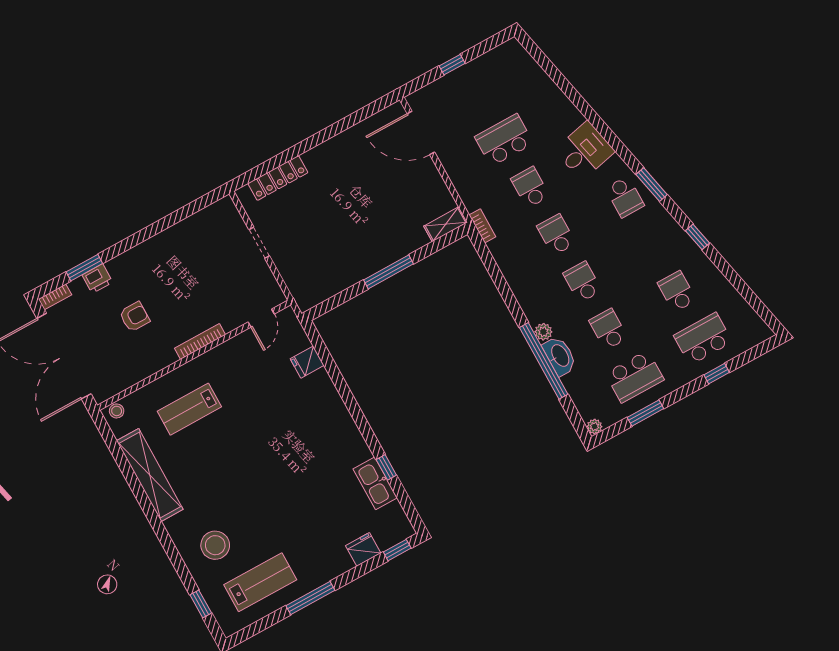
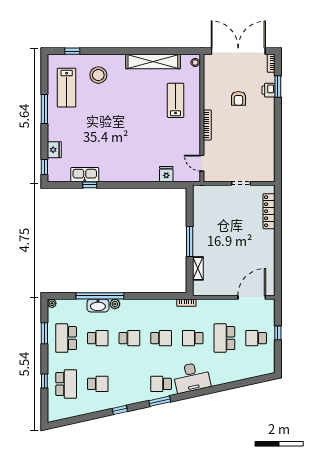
school desk: (478, 93) -> (256, 338), added
school desk: (504, 140) -> (224, 338), turned 180
desk: (585, 151) -> (192, 377), width x1.37
school desk: (530, 187) -> (193, 338), turned 180
shelving: (445, 224) -> (198, 268), moved

